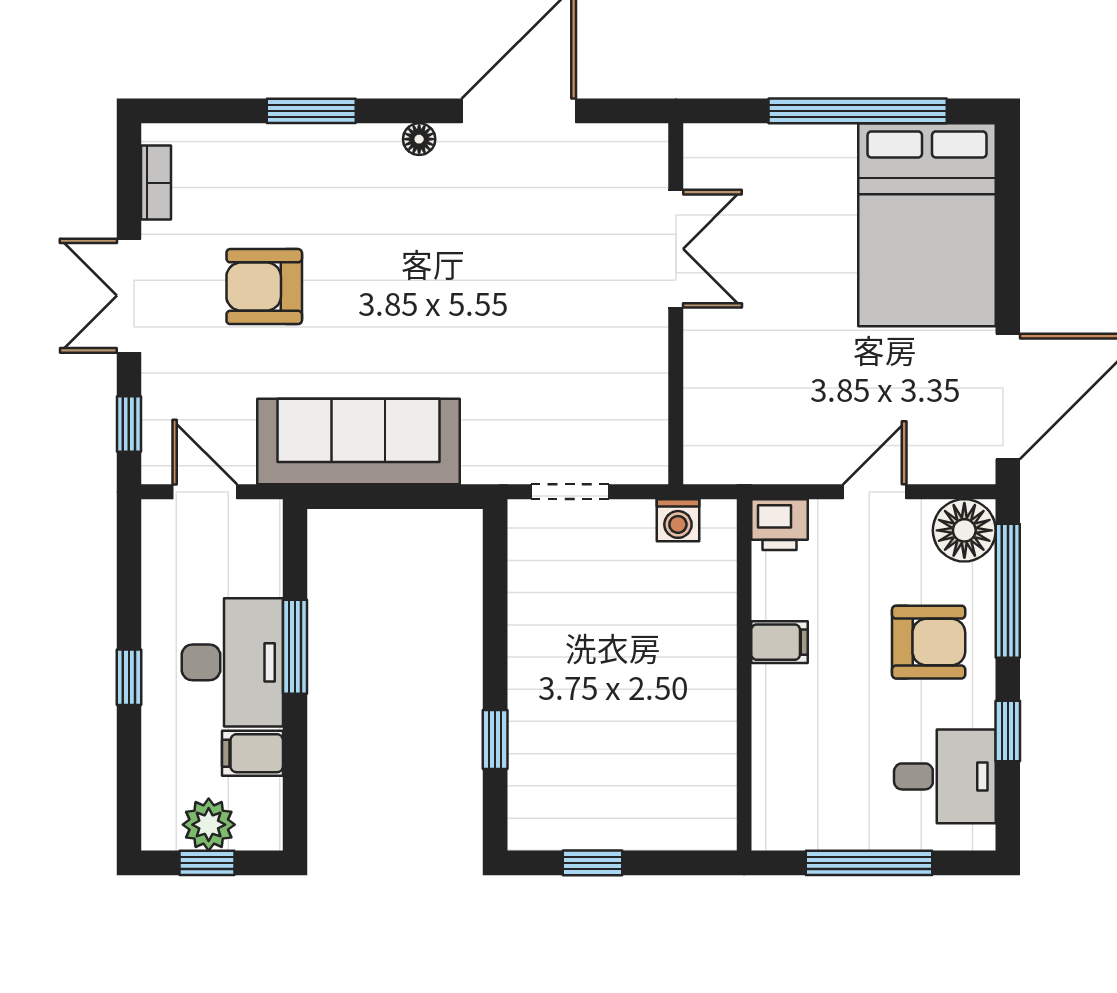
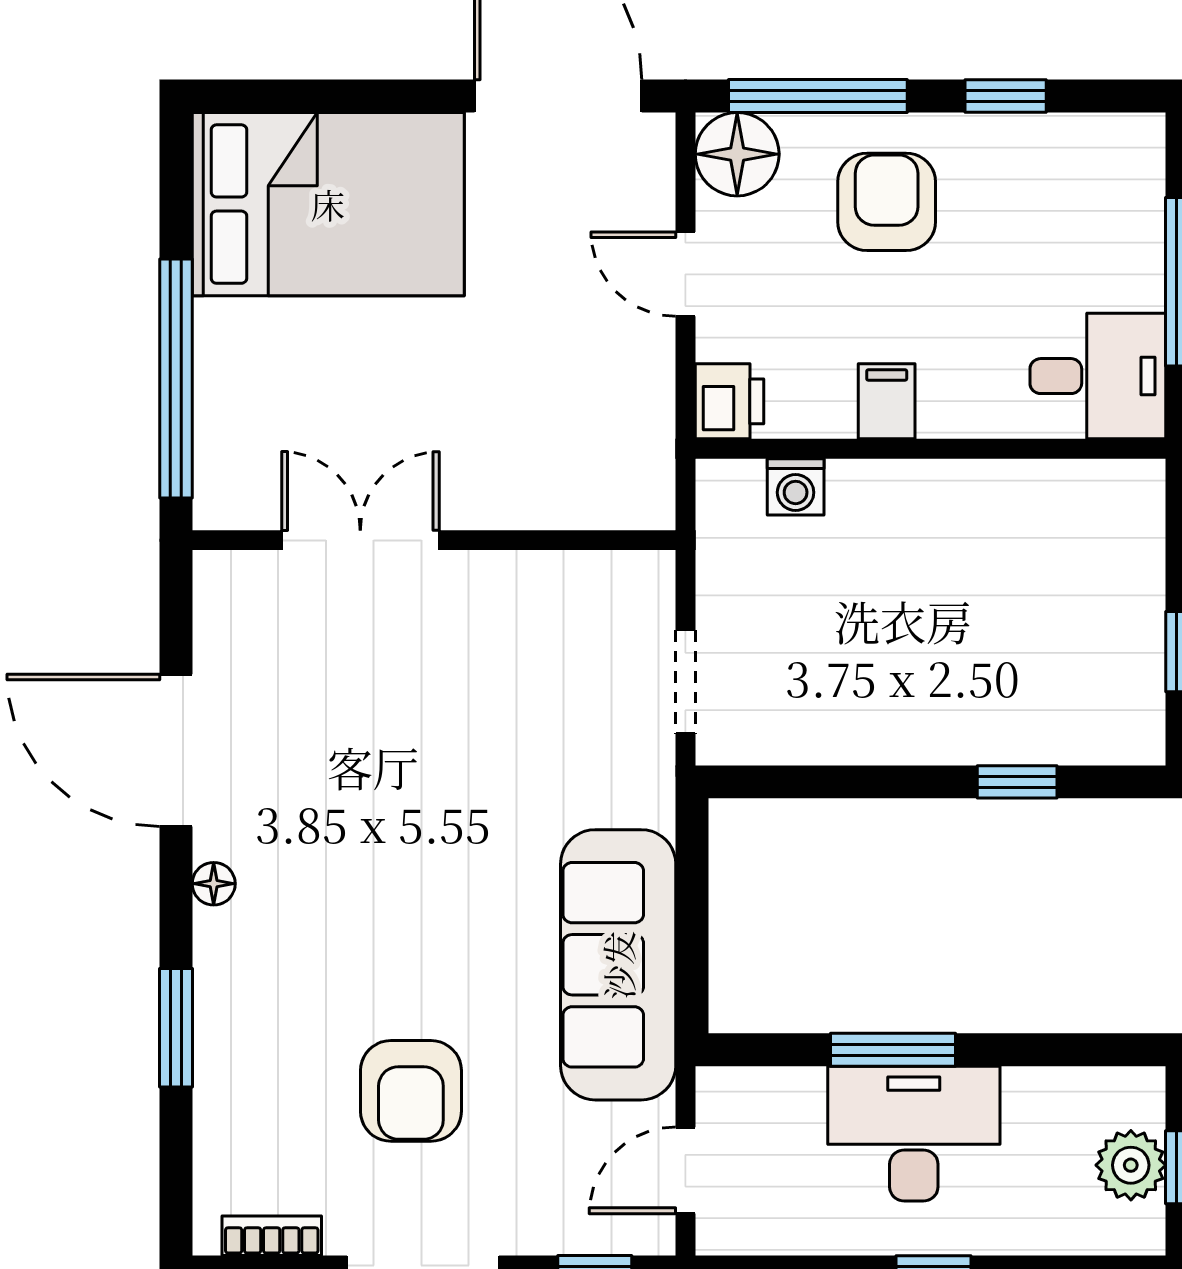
window: (858, 111) -> (176, 379), moved
washing machine: (678, 520) -> (796, 487), moved, turned 90
filing cabinet: (252, 753) -> (1035, 1107), removed
desk: (945, 776) -> (1098, 376), moved, turned 90

